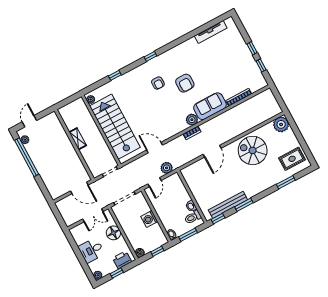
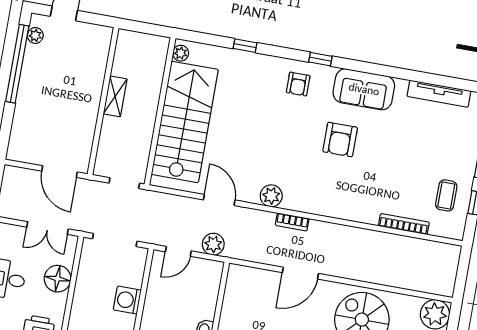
coffee table: (247, 72) -> (446, 195), added
armchair: (158, 83) -> (298, 84), moved
sofa: (210, 106) -> (364, 89), moved, turned 180
plant: (192, 120) -> (271, 196), moved

